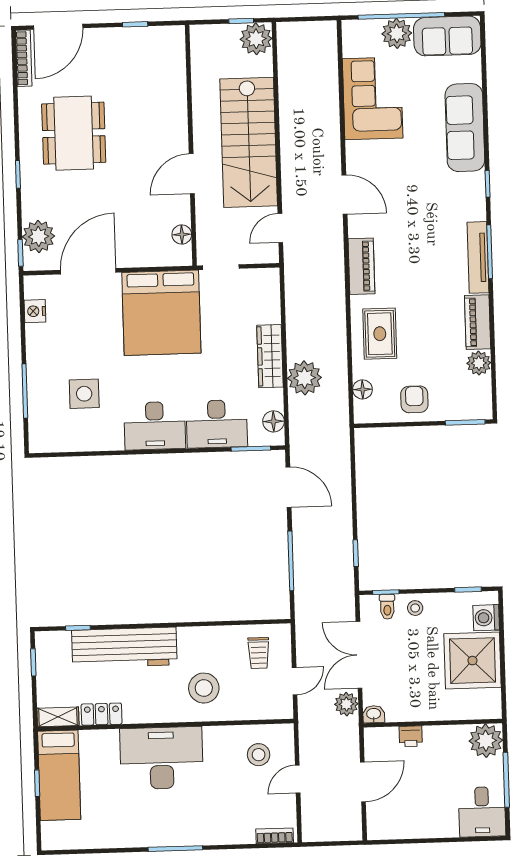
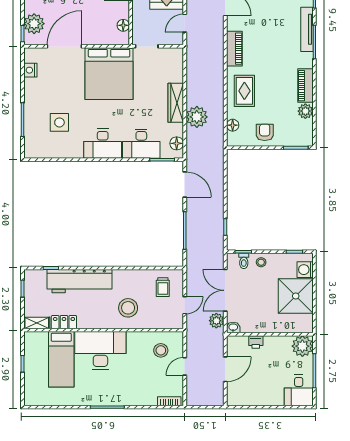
tv unit: (478, 257) -> (307, 29), moved
bed: (59, 775) -> (61, 359), moved

